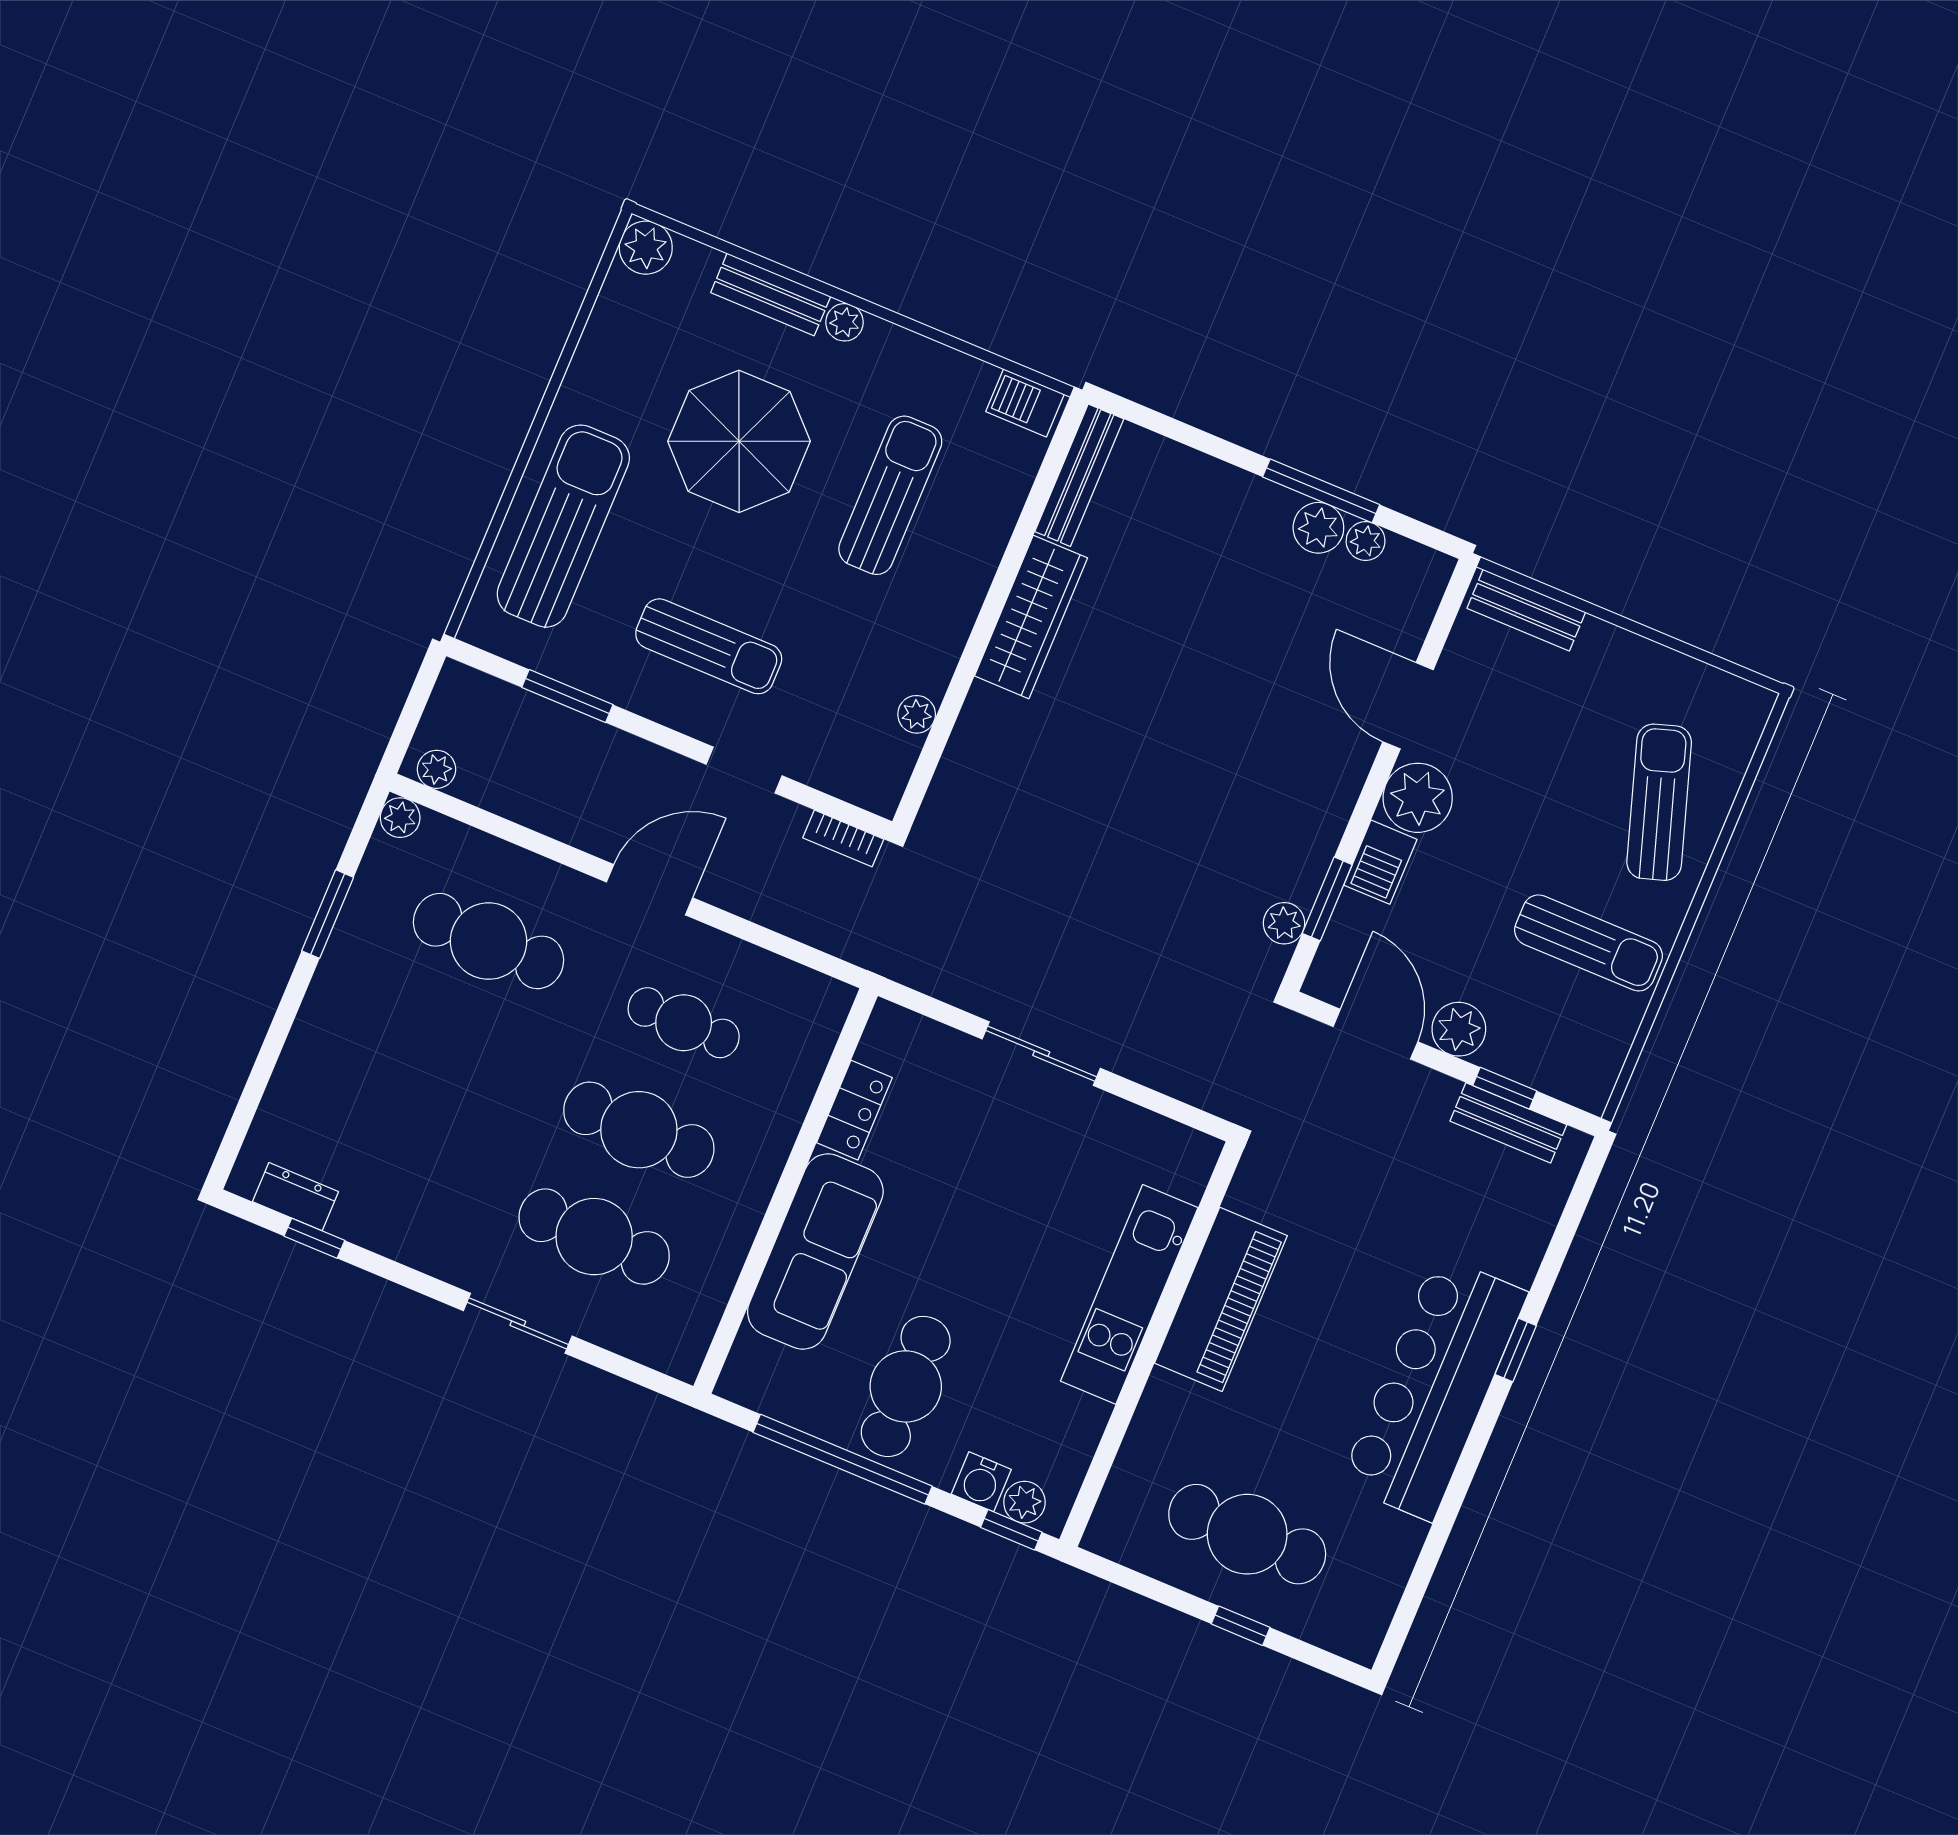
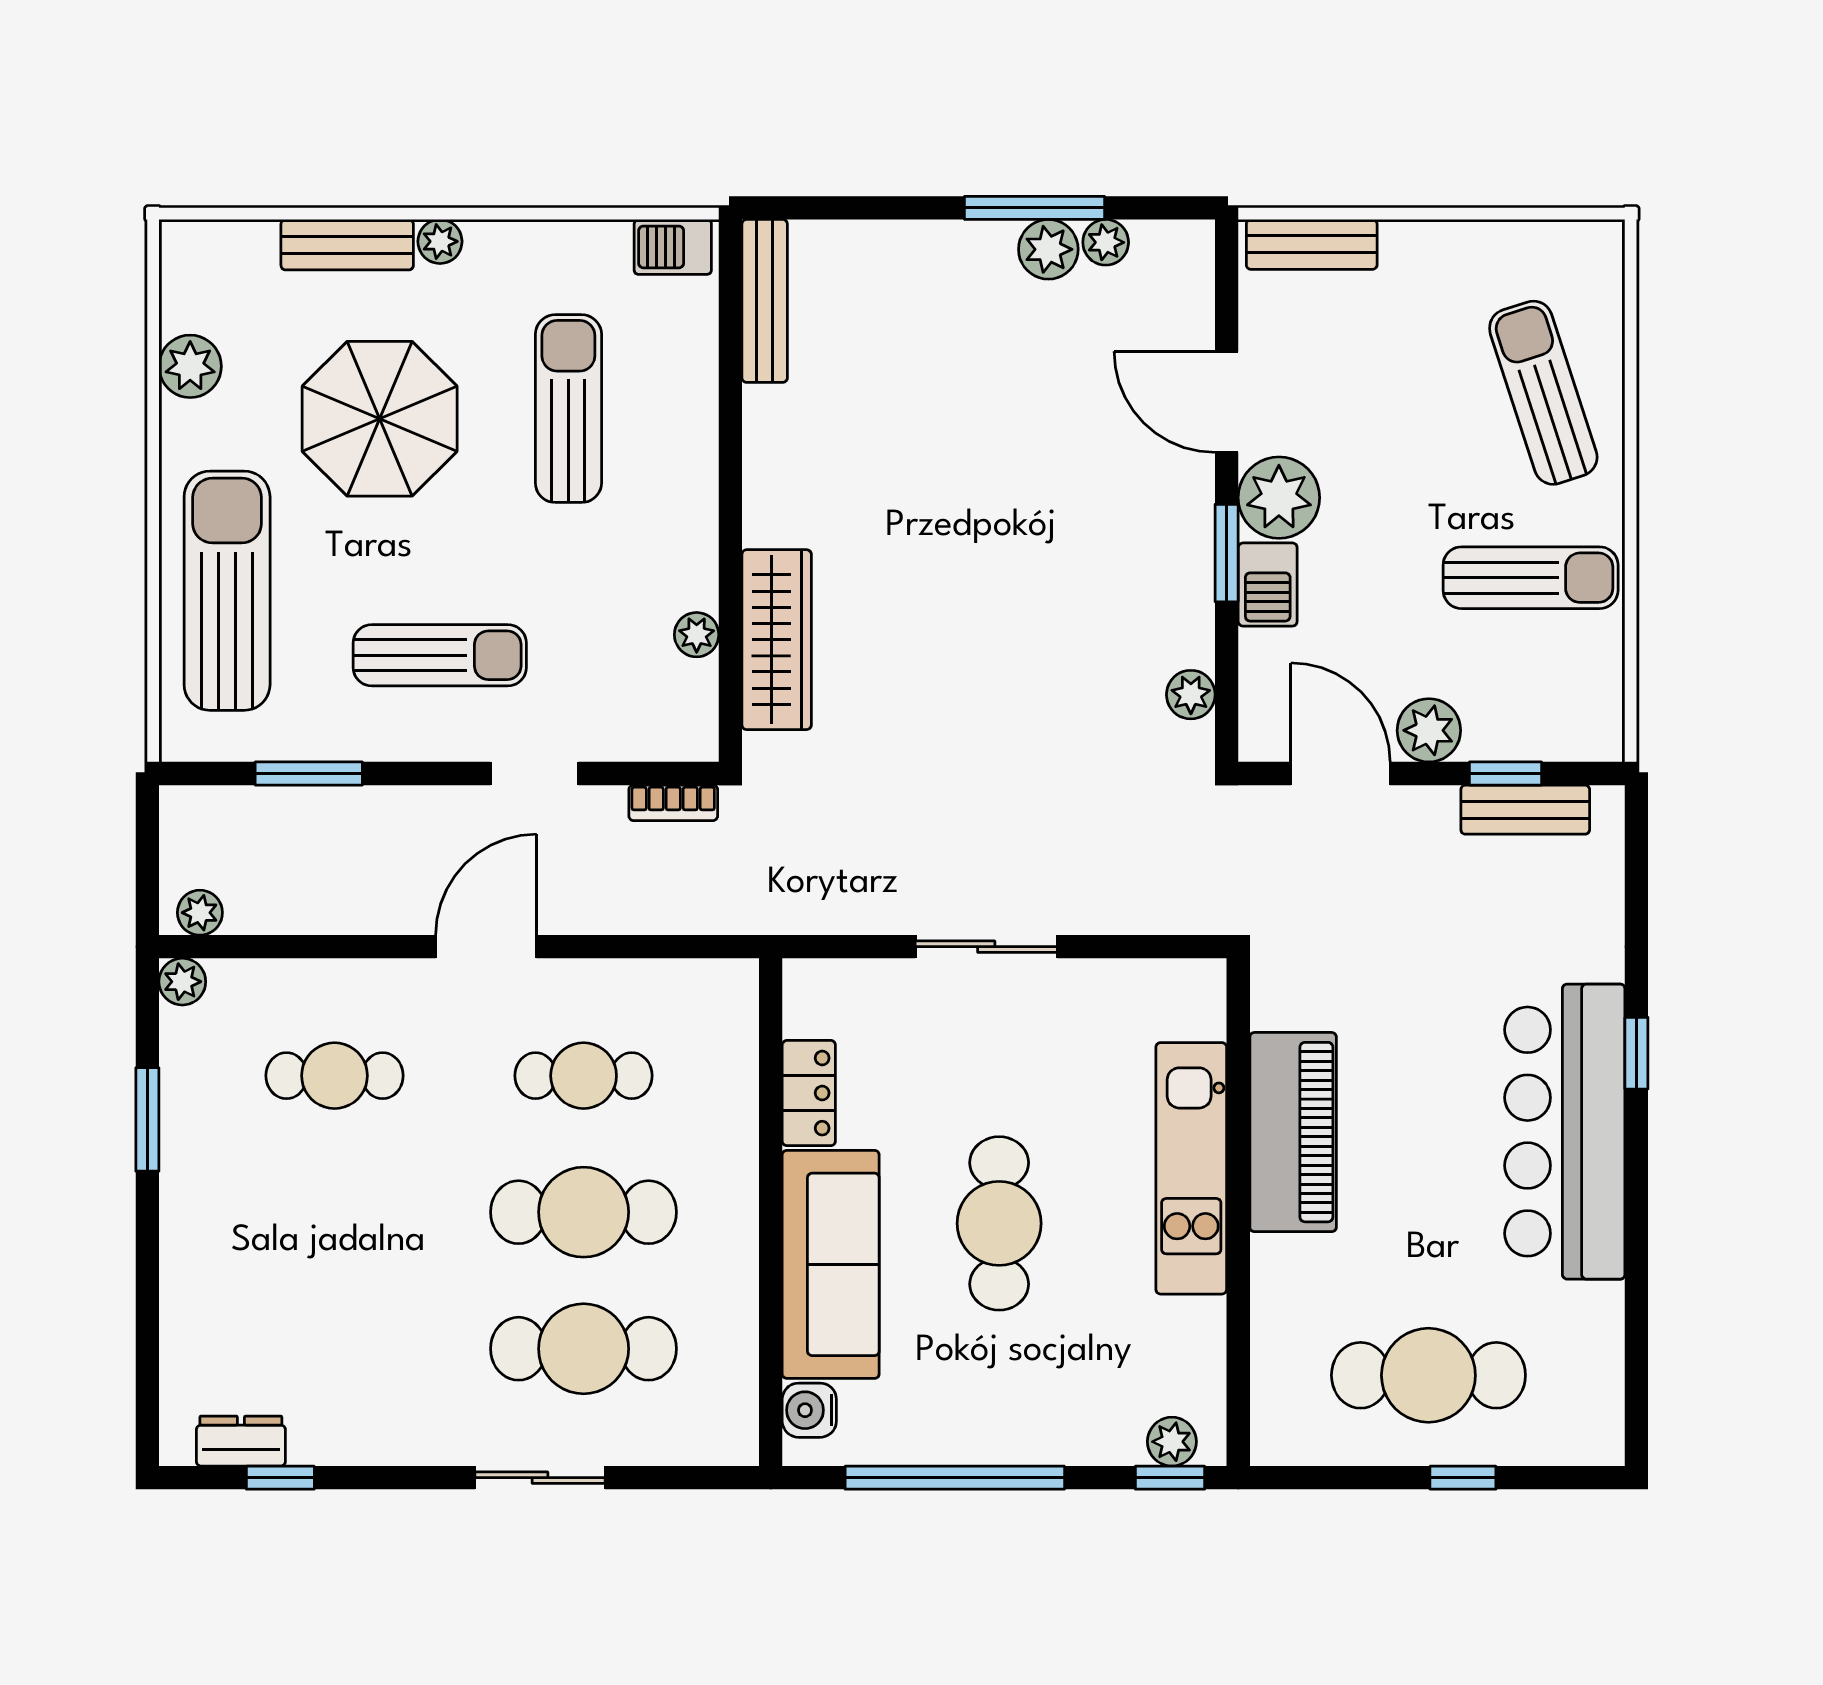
plant: (646, 248) -> (190, 366), moved
wardrobe: (1031, 617) -> (777, 640), moved
window: (1327, 899) -> (1227, 553), moved
cafe table: (489, 941) -> (335, 1076), width x0.73, depth x0.74
cafe table: (906, 1386) -> (999, 1223), moved
water cooler: (981, 1482) -> (809, 1410), moved, turned 90

